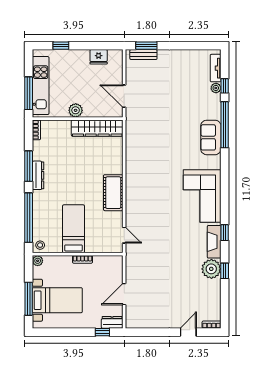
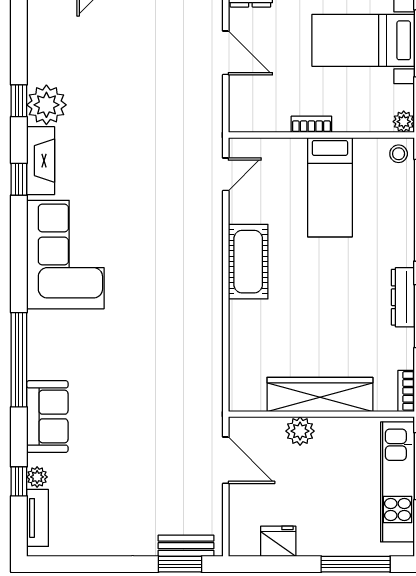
window: (61, 46) -> (356, 564), width x2.17
plant: (76, 110) -> (300, 431), moved
window: (225, 125) -> (19, 360), moved
wardrobe: (97, 128) -> (320, 394), moved
sofa: (211, 137) -> (47, 417), moved
door: (124, 235) -> (226, 174), swing flipped
door: (124, 294) -> (226, 53), hinge flipped

